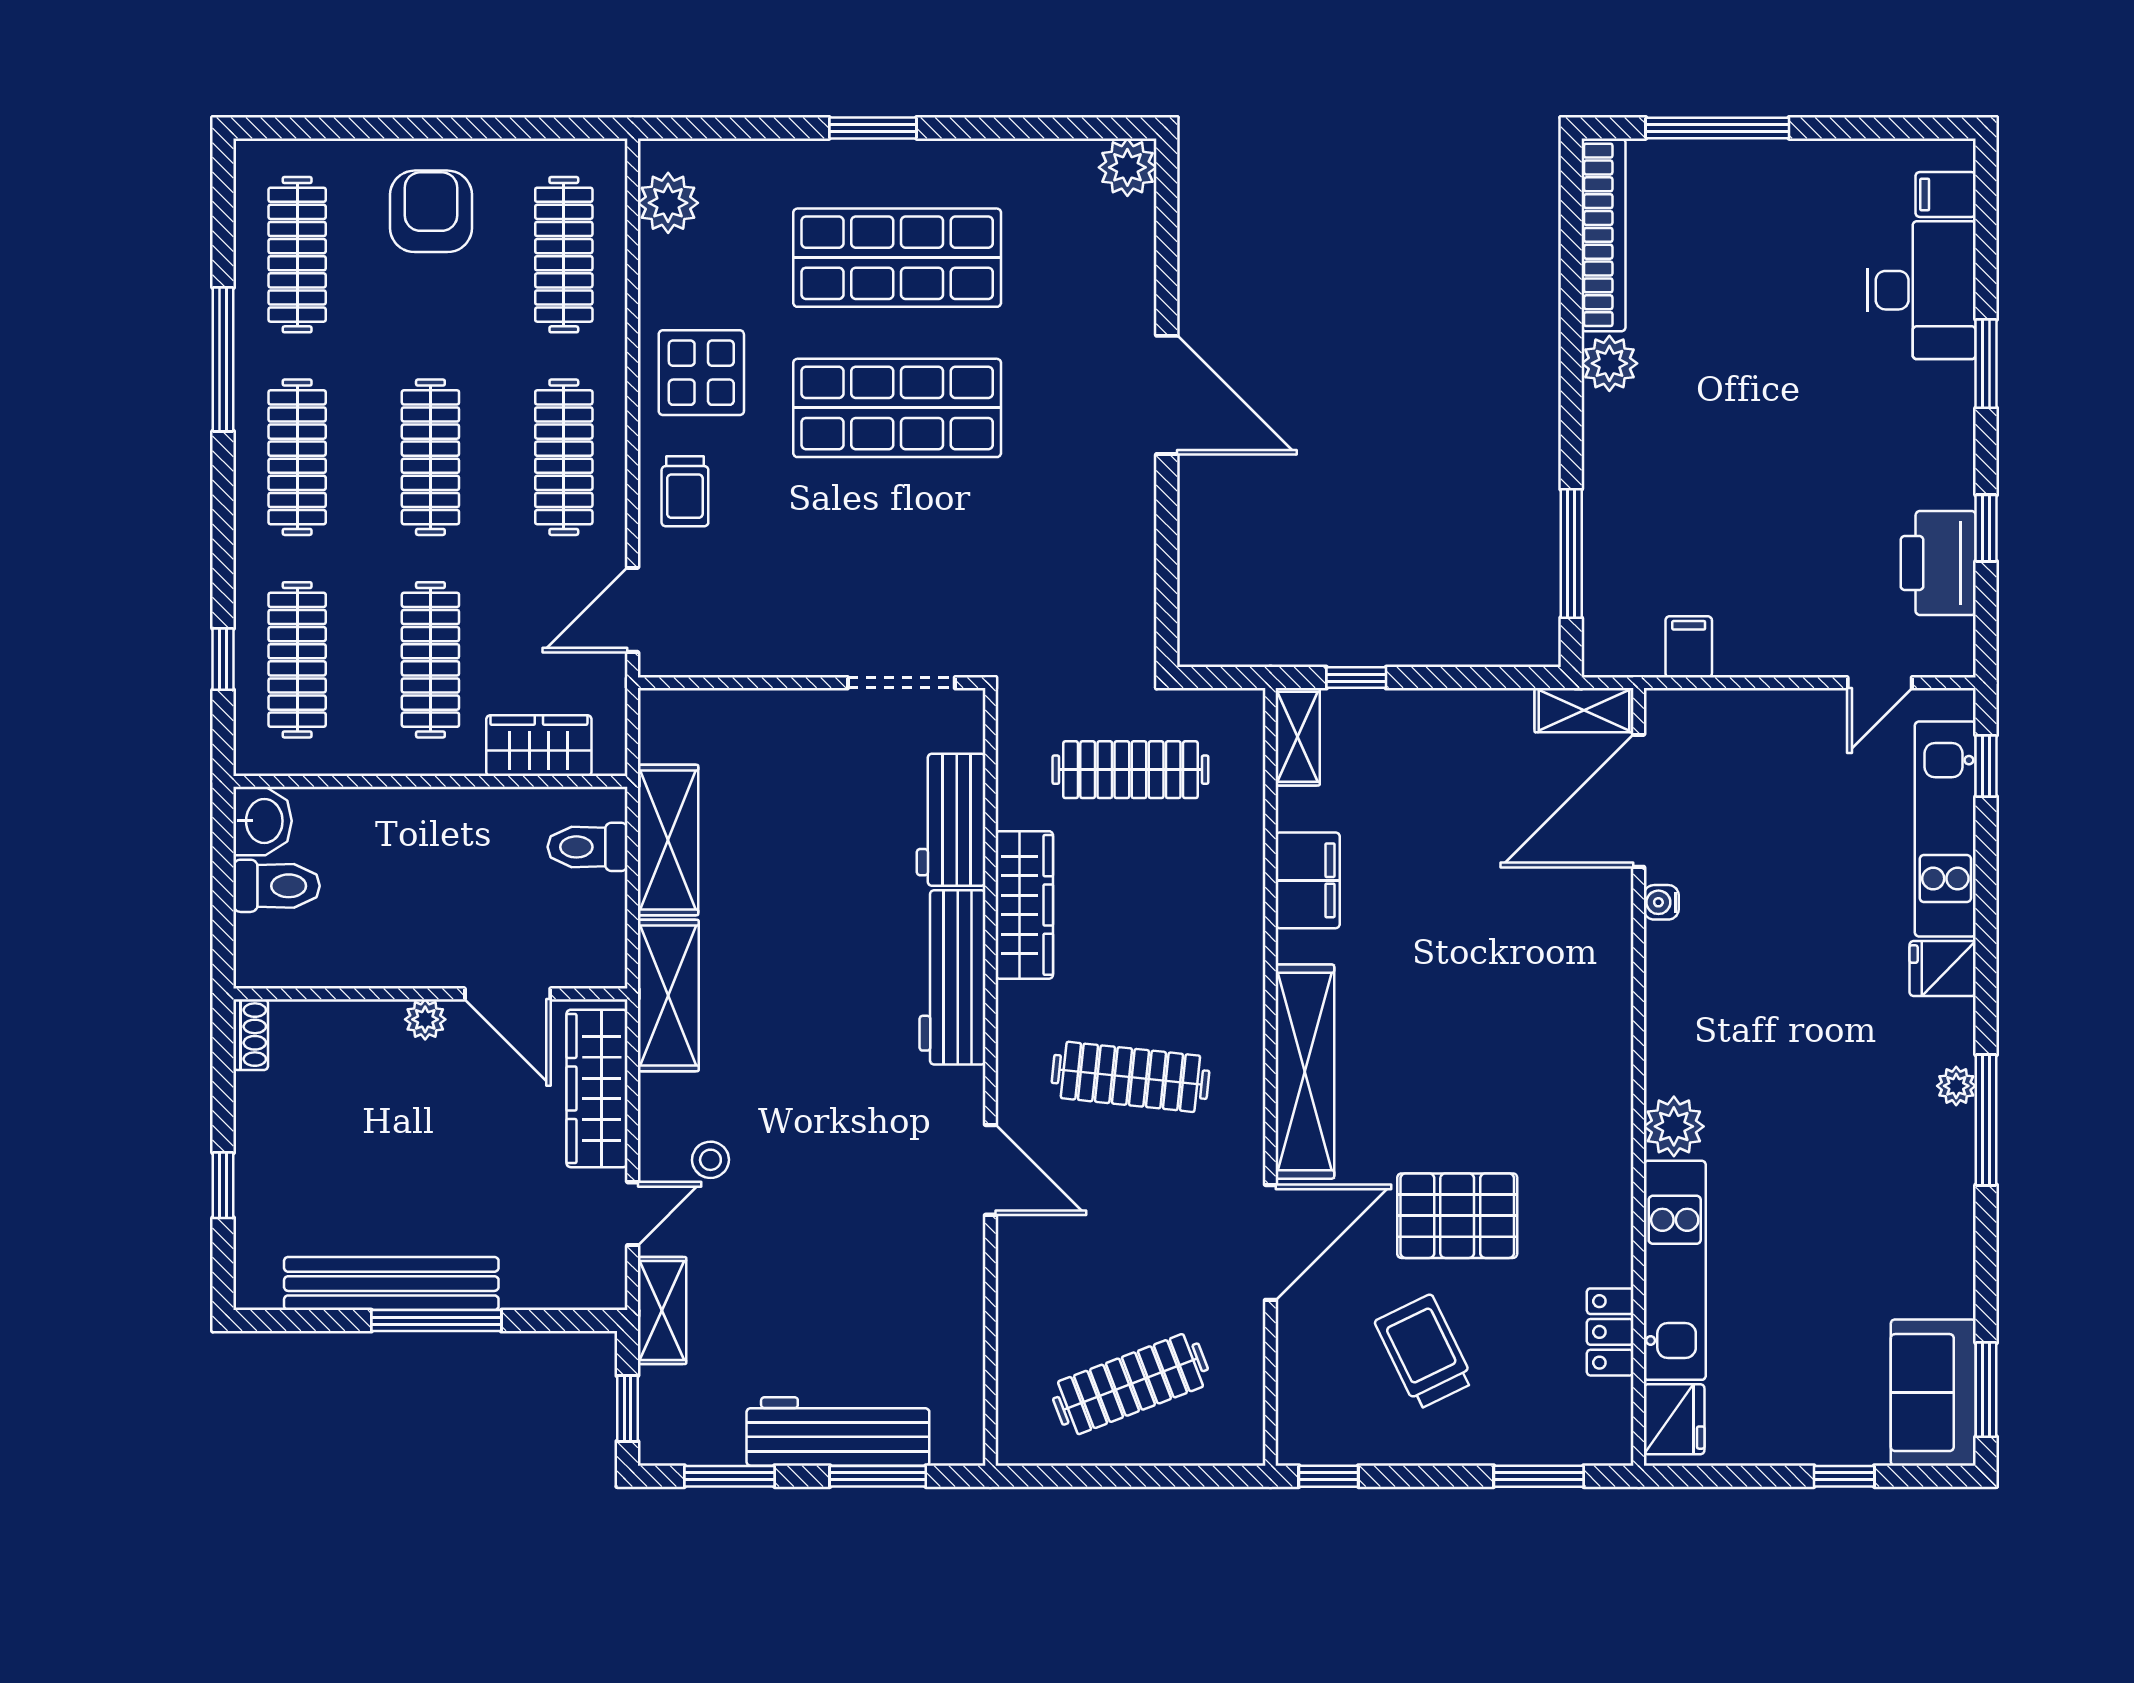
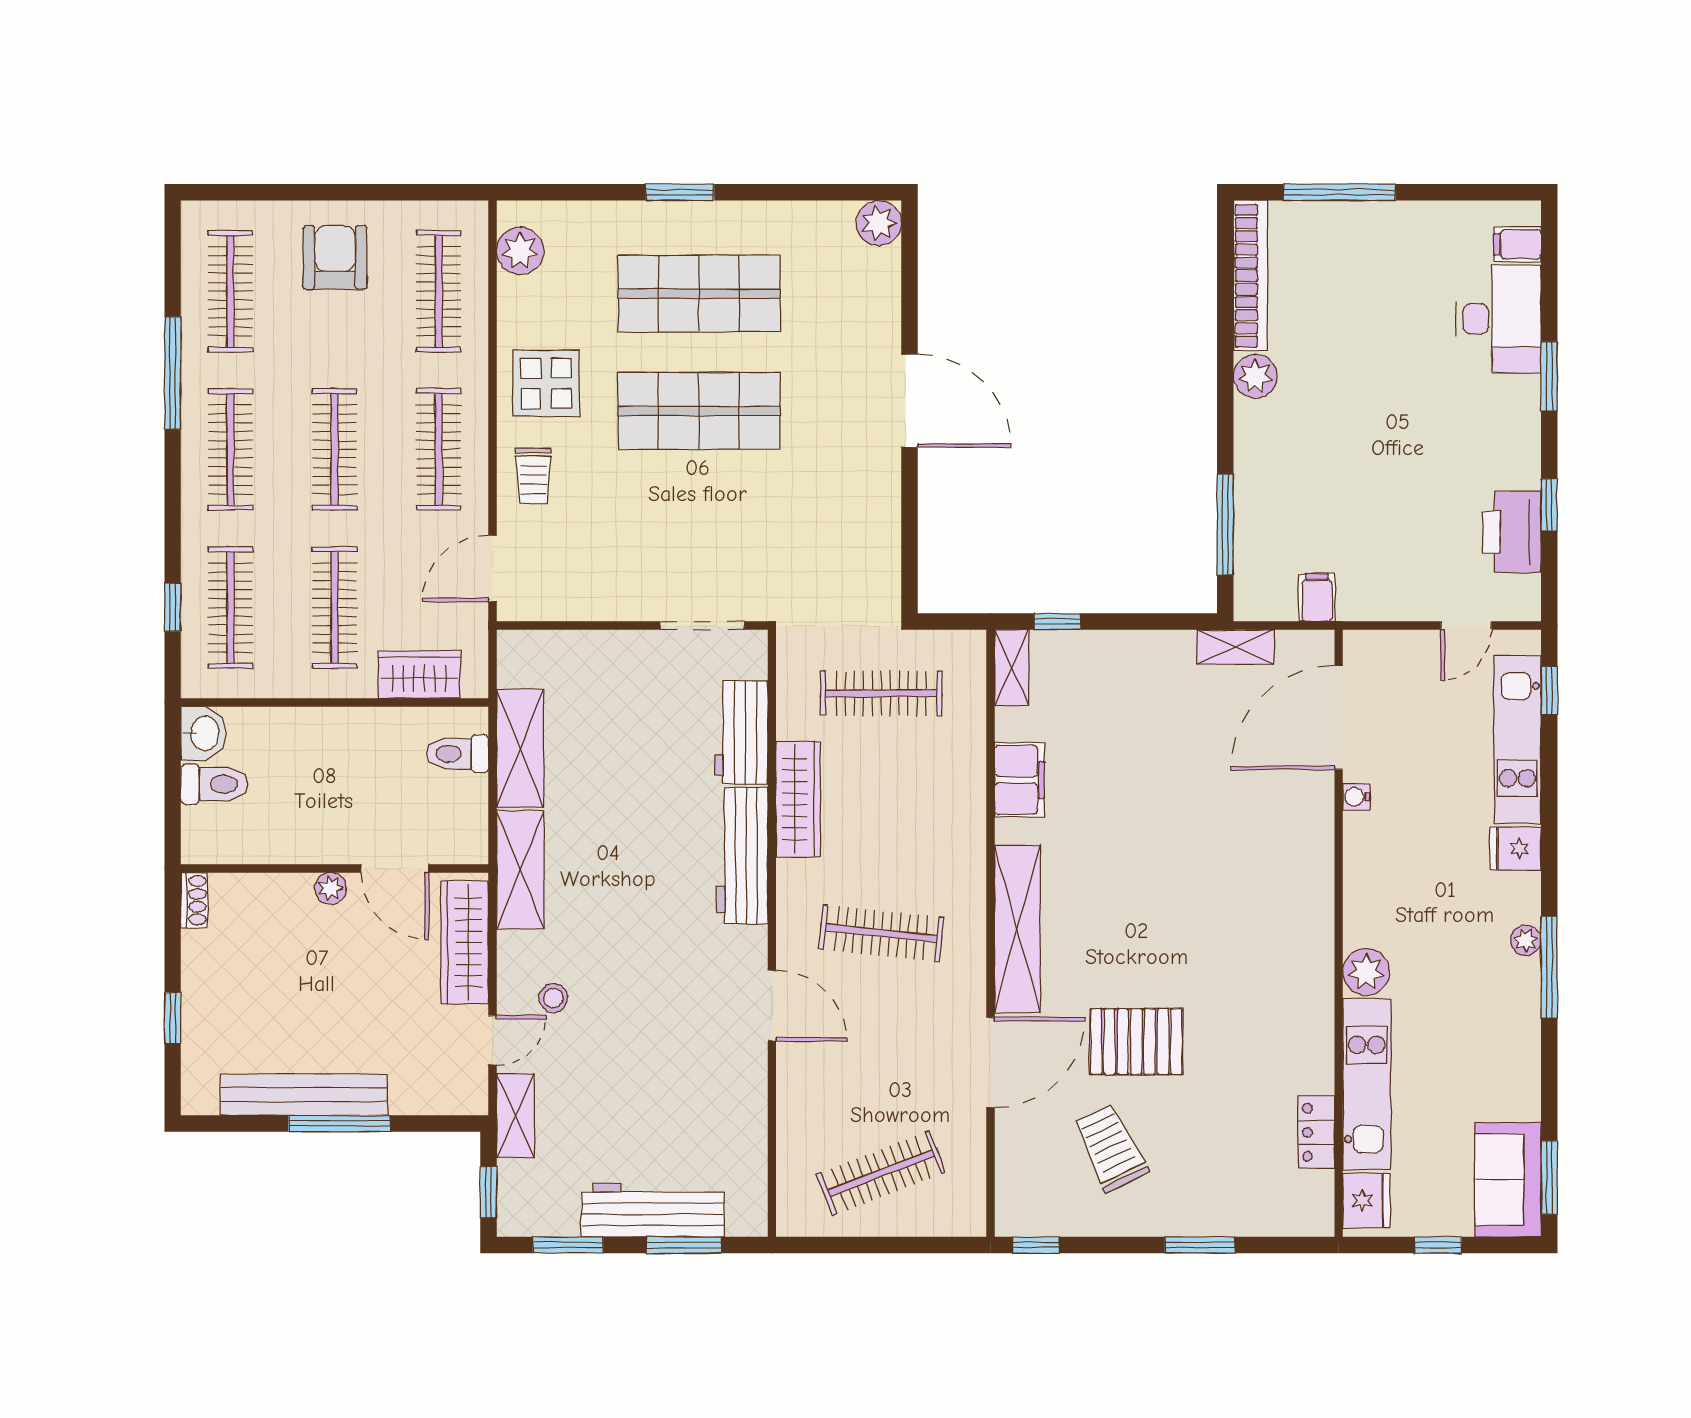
door: (1639, 801) -> (1339, 718), moved
water cooler: (1661, 902) -> (1356, 797), moved
wall: (1639, 1077) -> (1339, 933), moved
plant: (1674, 1126) -> (1366, 972), moved
kitchen unit: (1675, 1270) -> (1367, 1084), moved
locker: (1610, 1332) -> (1316, 1132), moved
fridge: (1674, 1419) -> (1366, 1201), moved

